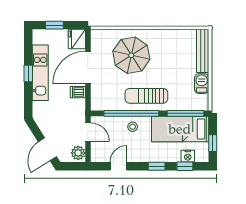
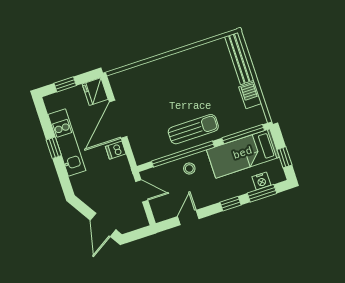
parasol: (131, 55) -> (162, 90), removed
sun lounger: (146, 96) -> (193, 129), turned 180
plant: (78, 153) -> (138, 218), removed
window: (185, 166) -> (262, 193), width x1.50

